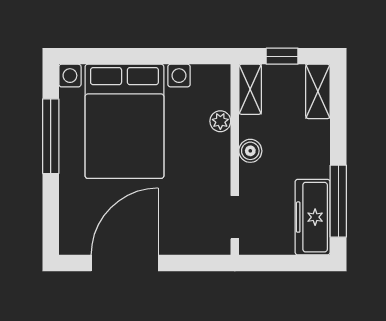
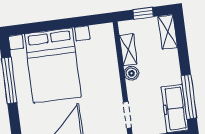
shelving: (250, 89) -> (128, 50), moved
plant: (220, 121) -> (111, 58), removed

